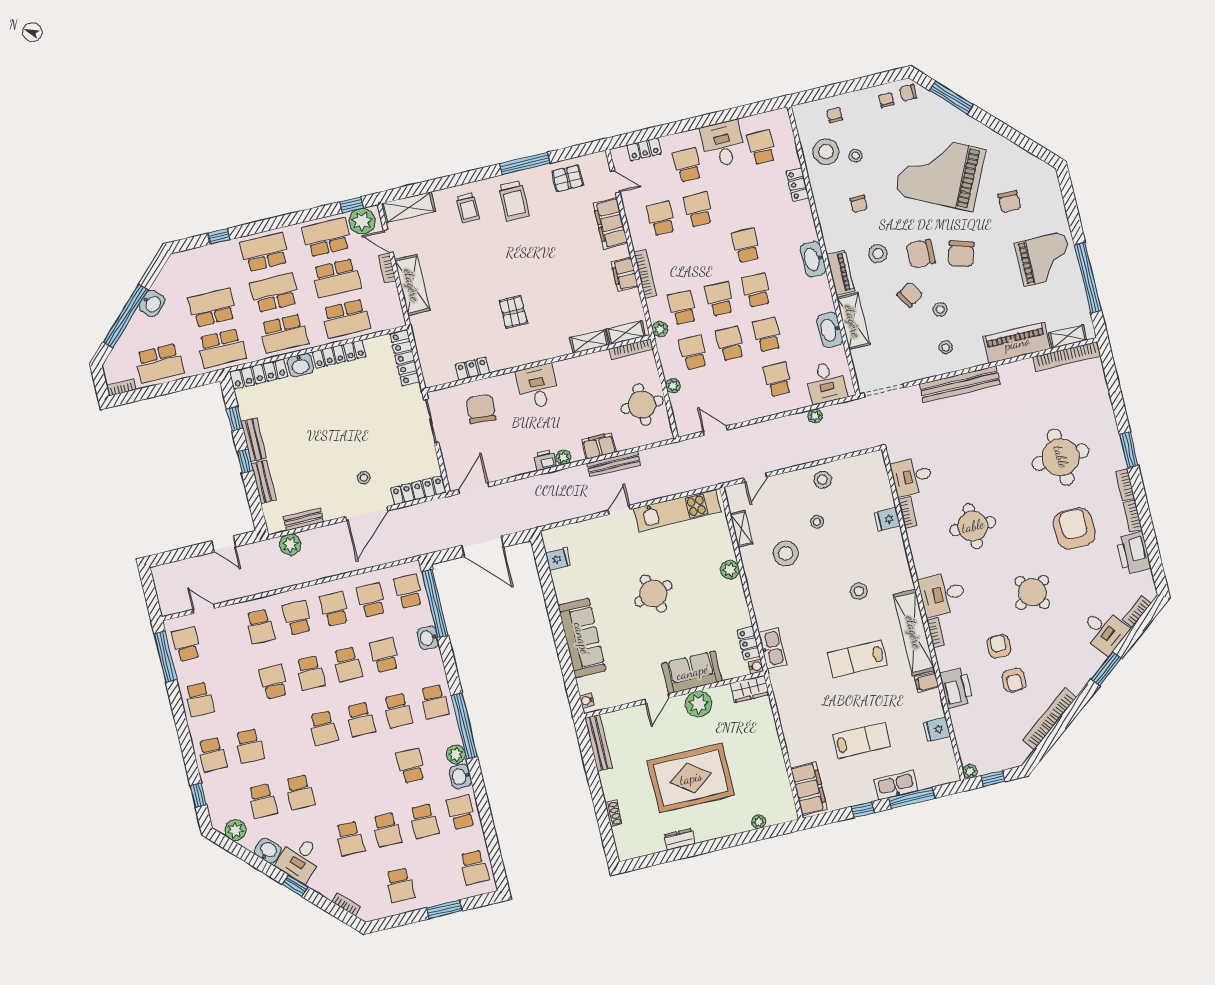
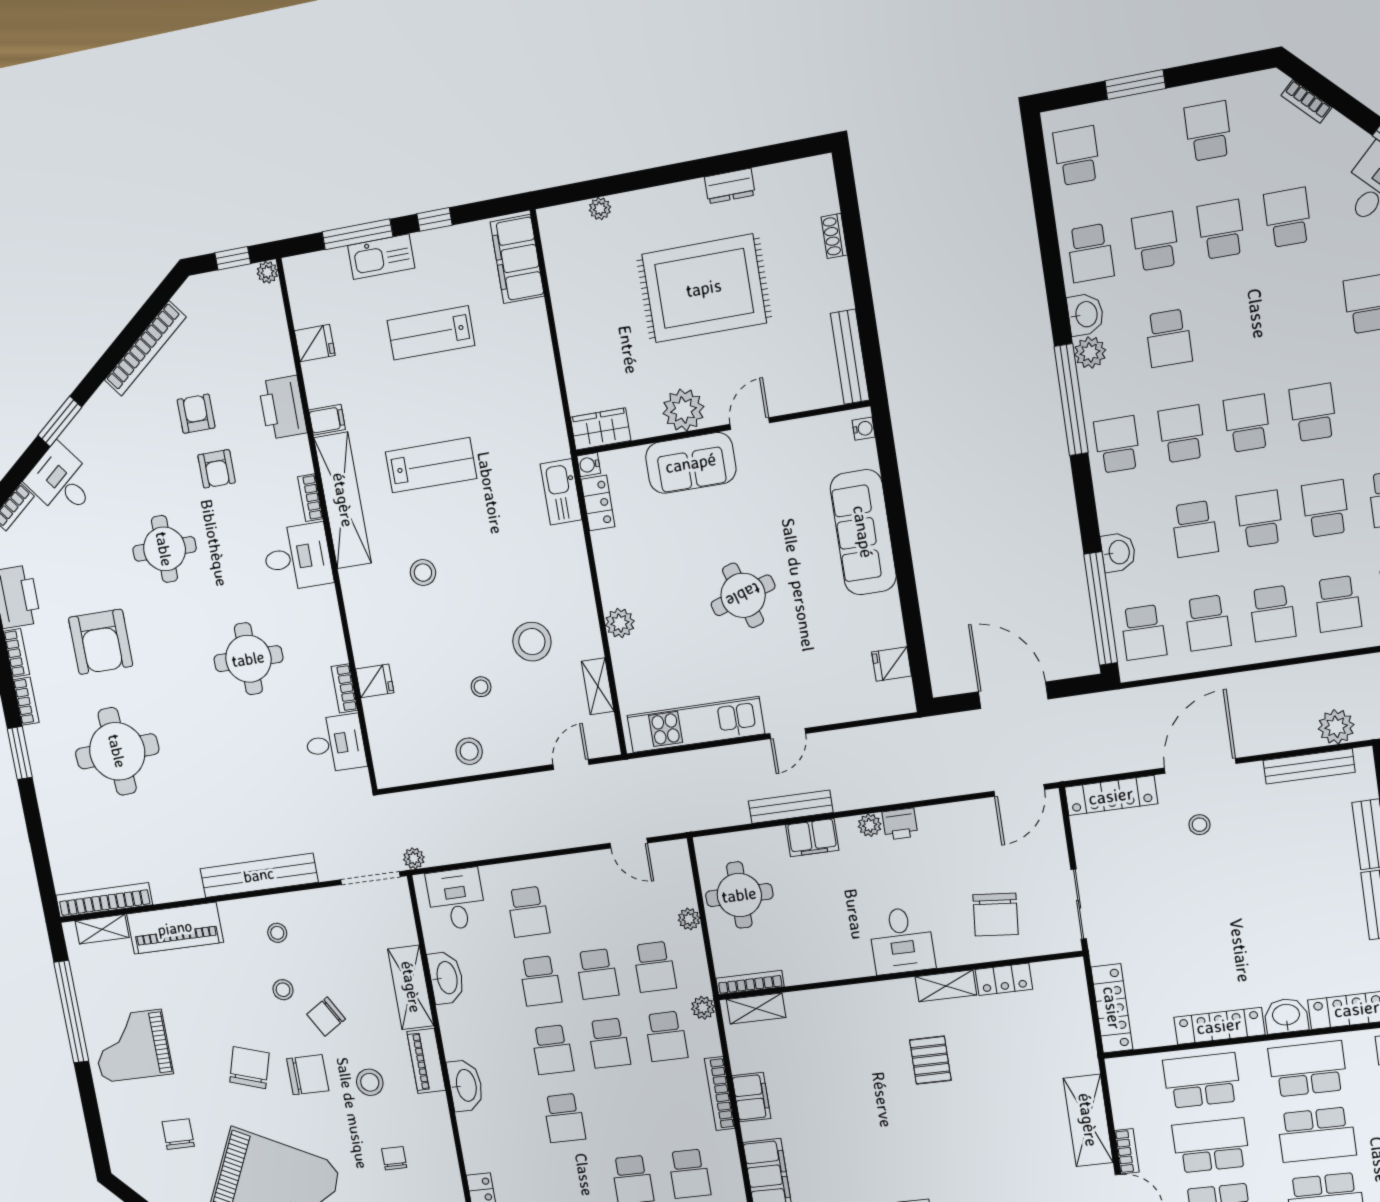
shelving: (589, 341) -> (946, 986), moved
plant: (815, 416) -> (414, 858), moved
bench: (303, 519) -> (1309, 766), width x1.36
round table: (1032, 592) -> (164, 549), turned 34

